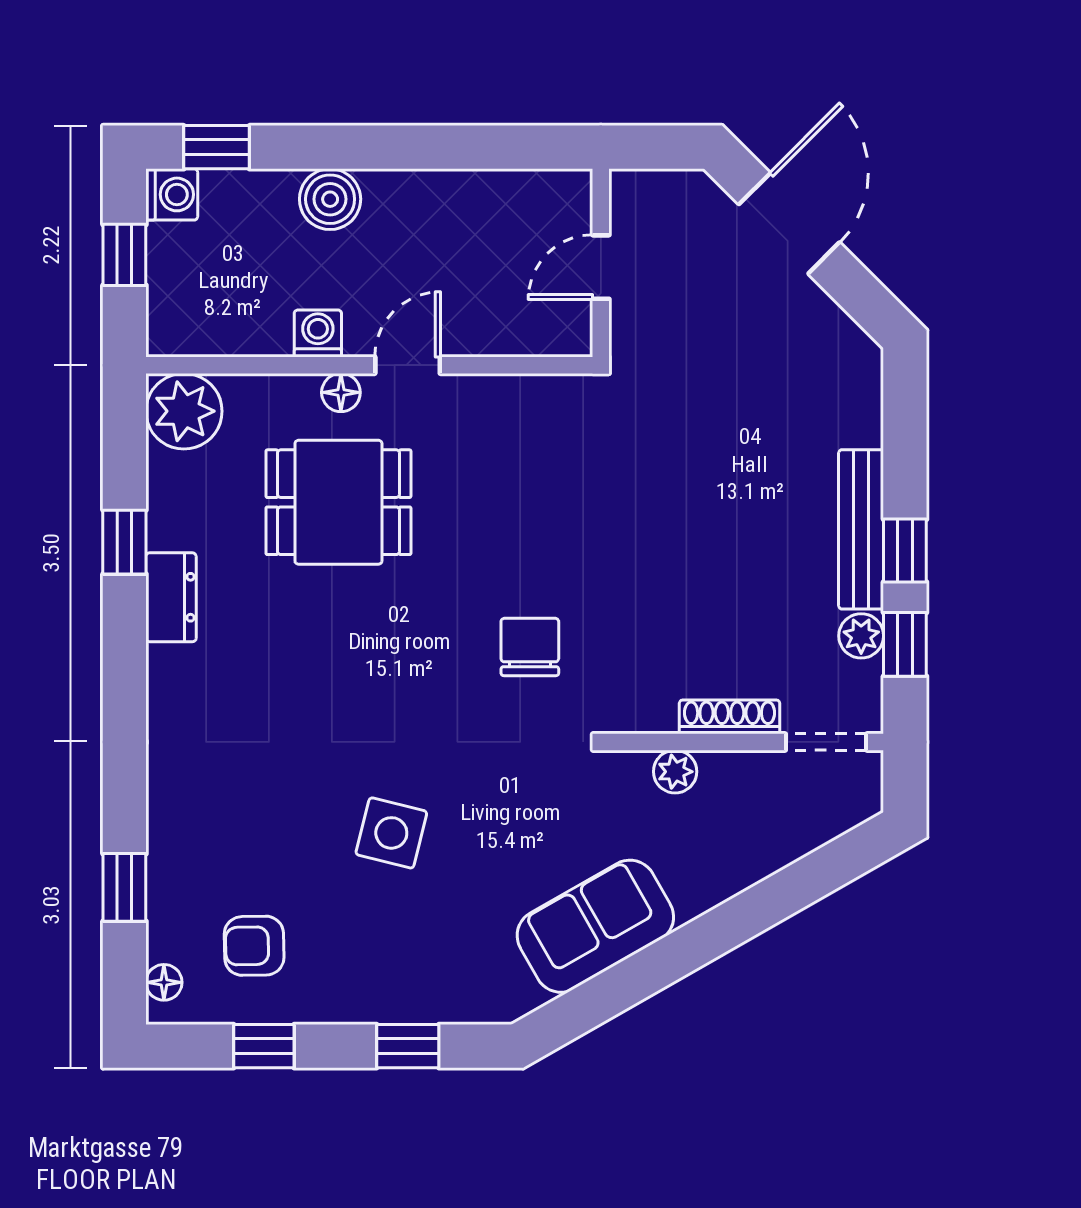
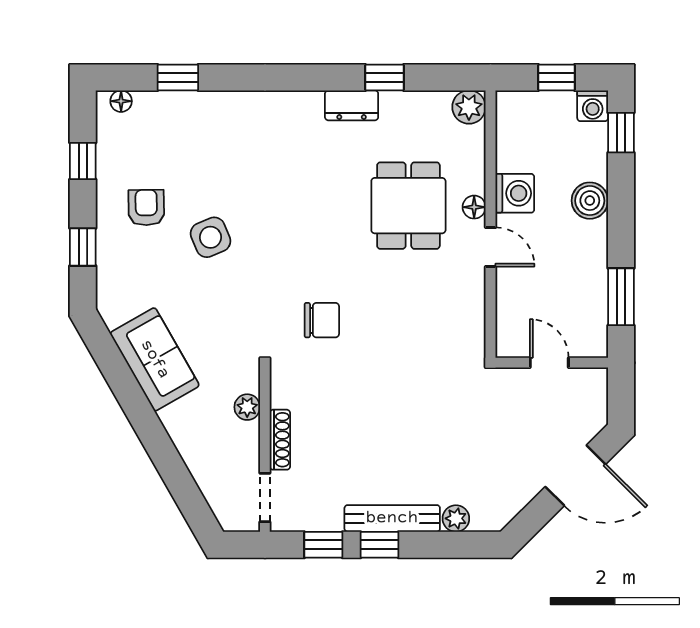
window: (491, 147) -> (621, 297), added
washing machine: (318, 334) -> (515, 193), width x1.38, depth x1.38
plant: (184, 411) -> (469, 107), width x0.73, depth x0.73
plant: (861, 636) -> (456, 518), moved
side table: (391, 833) -> (210, 237), turned -37
armchair: (254, 946) -> (146, 208), moved

